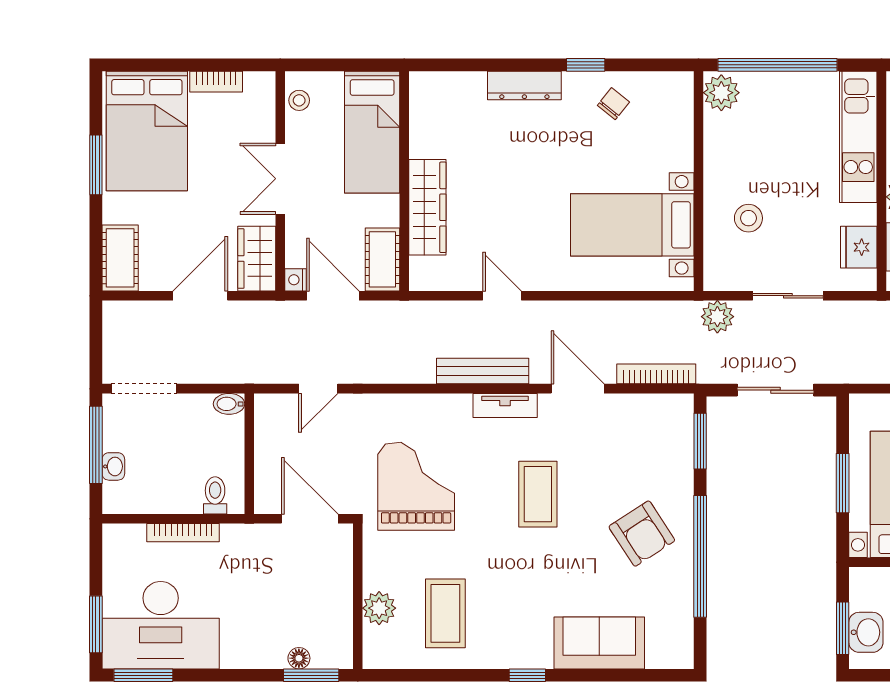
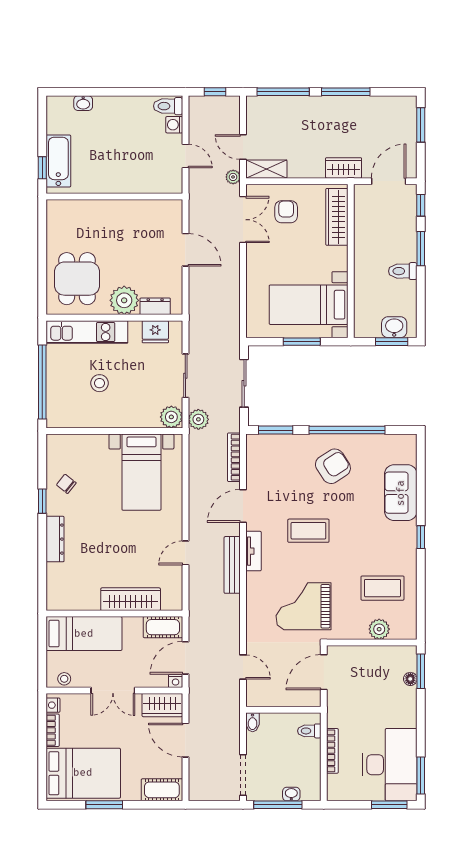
nightstand: (257, 82) -> (53, 705), added
plant: (721, 93) -> (171, 417), moved
stool: (748, 218) -> (99, 383), moved

